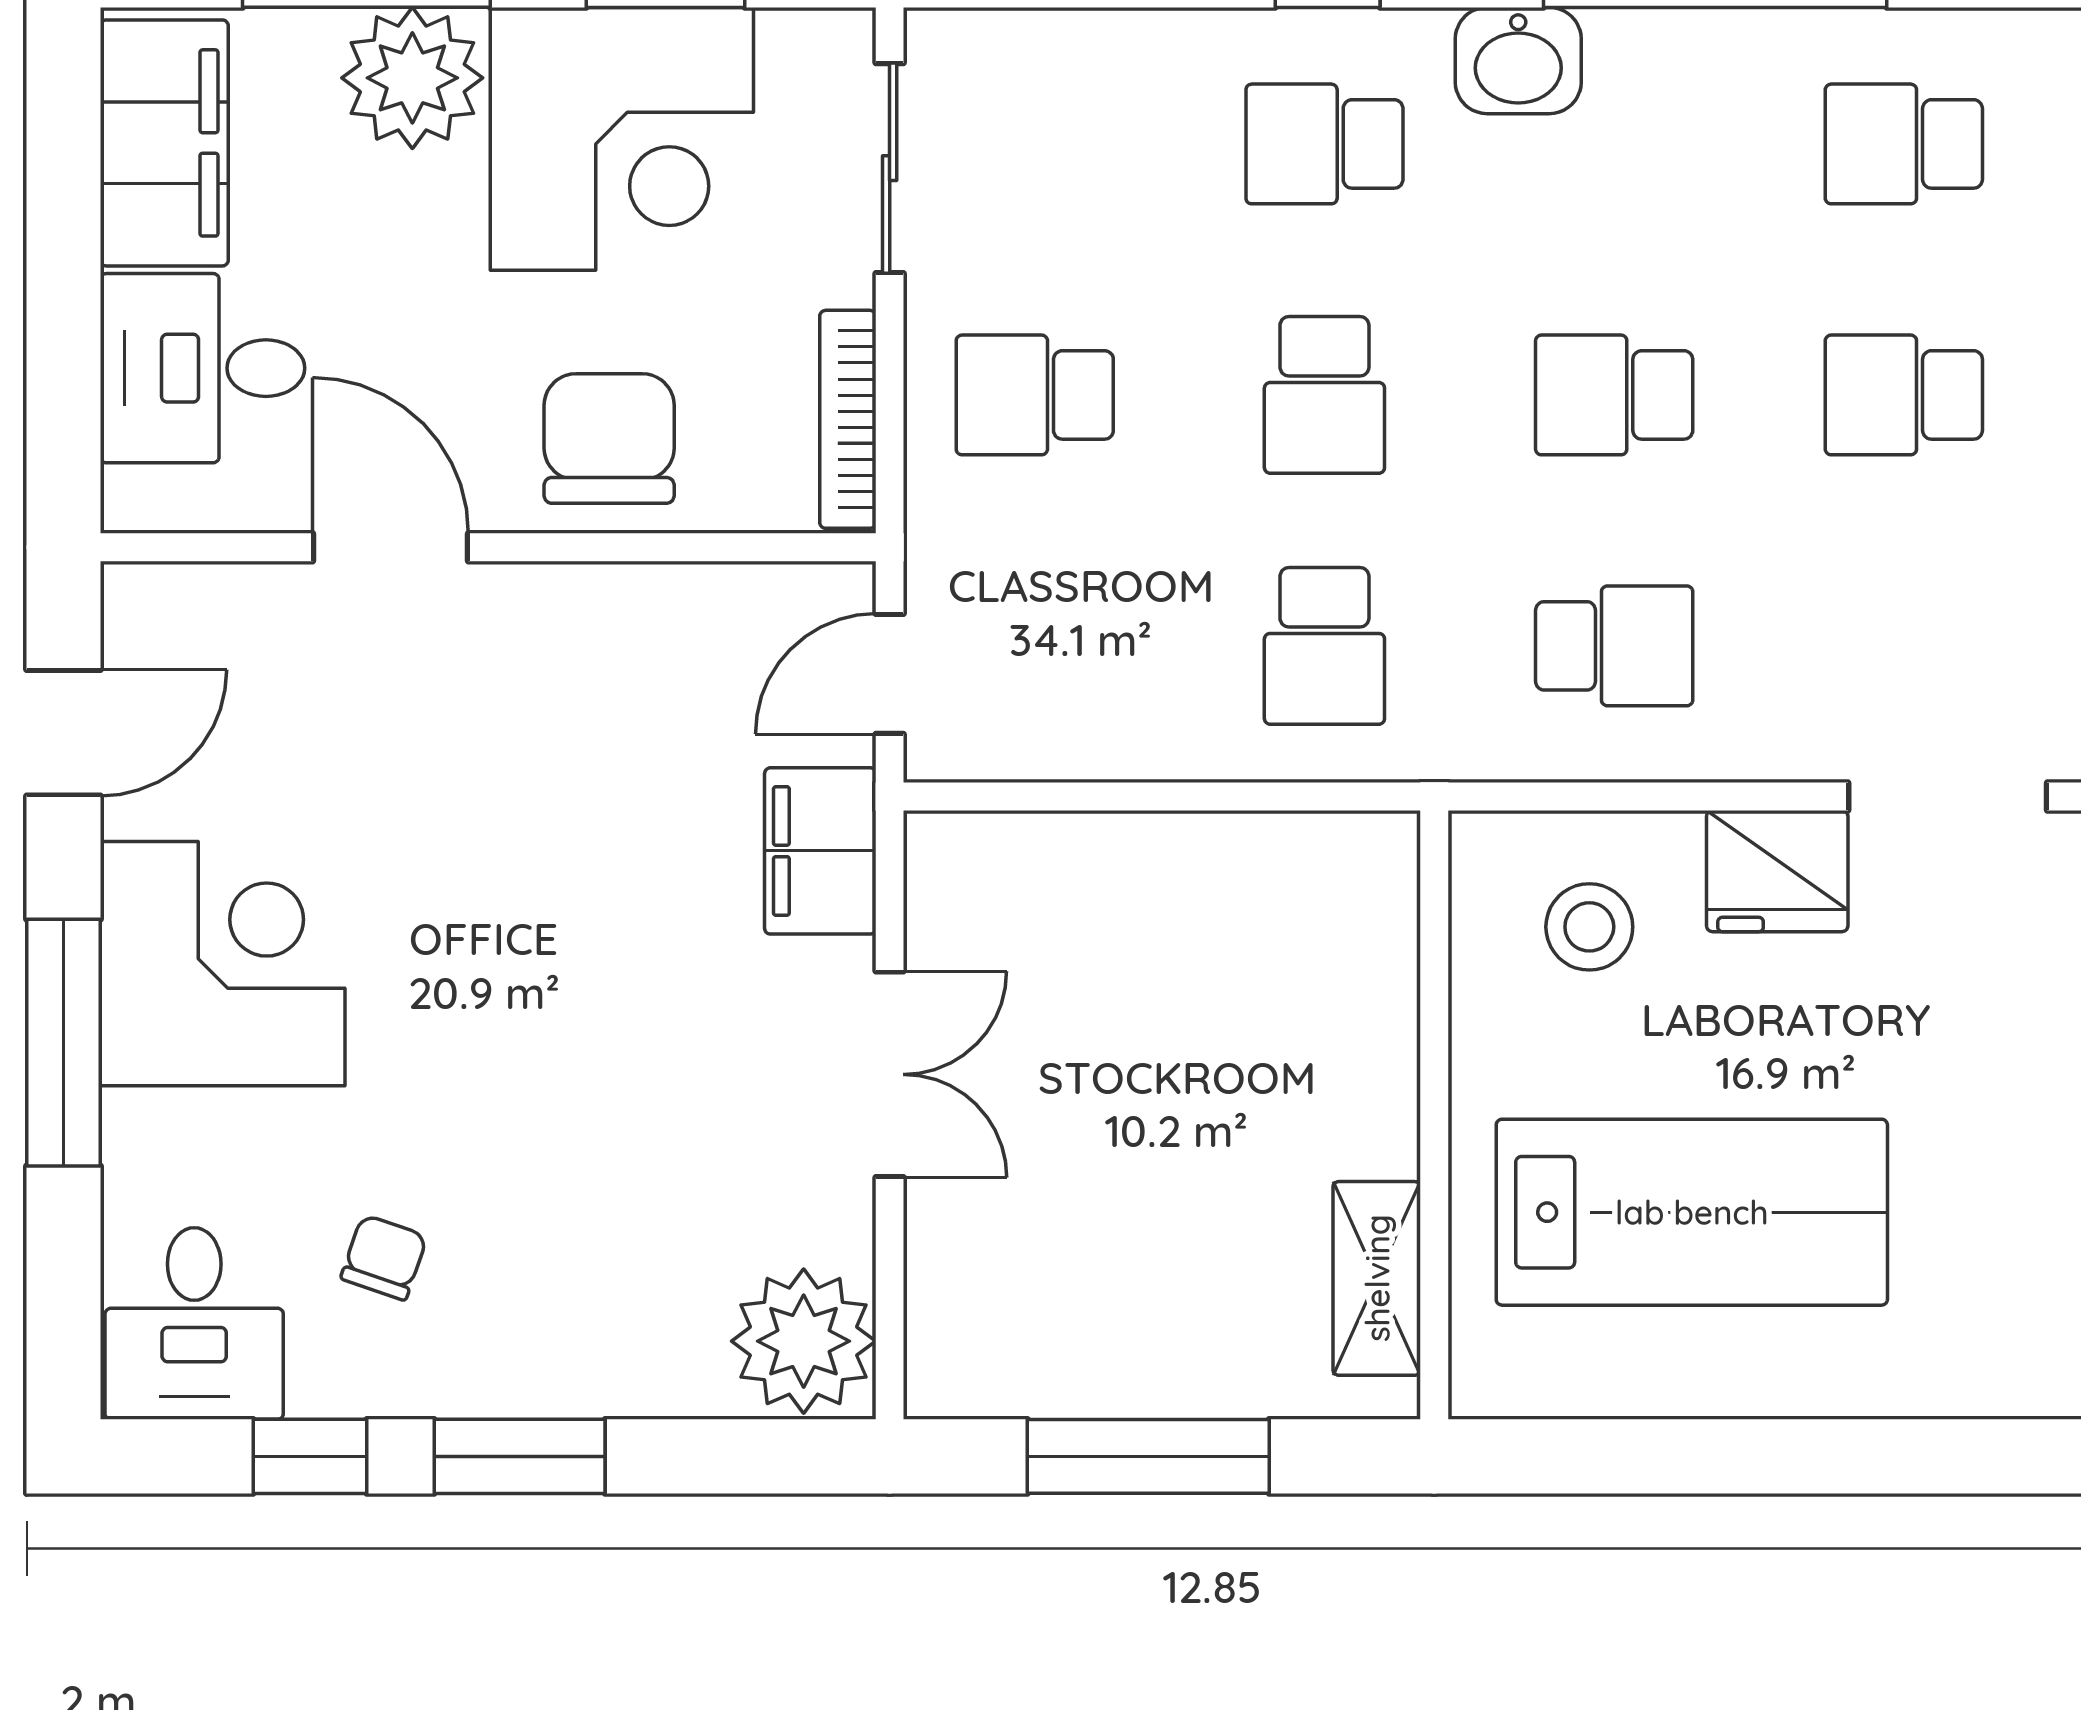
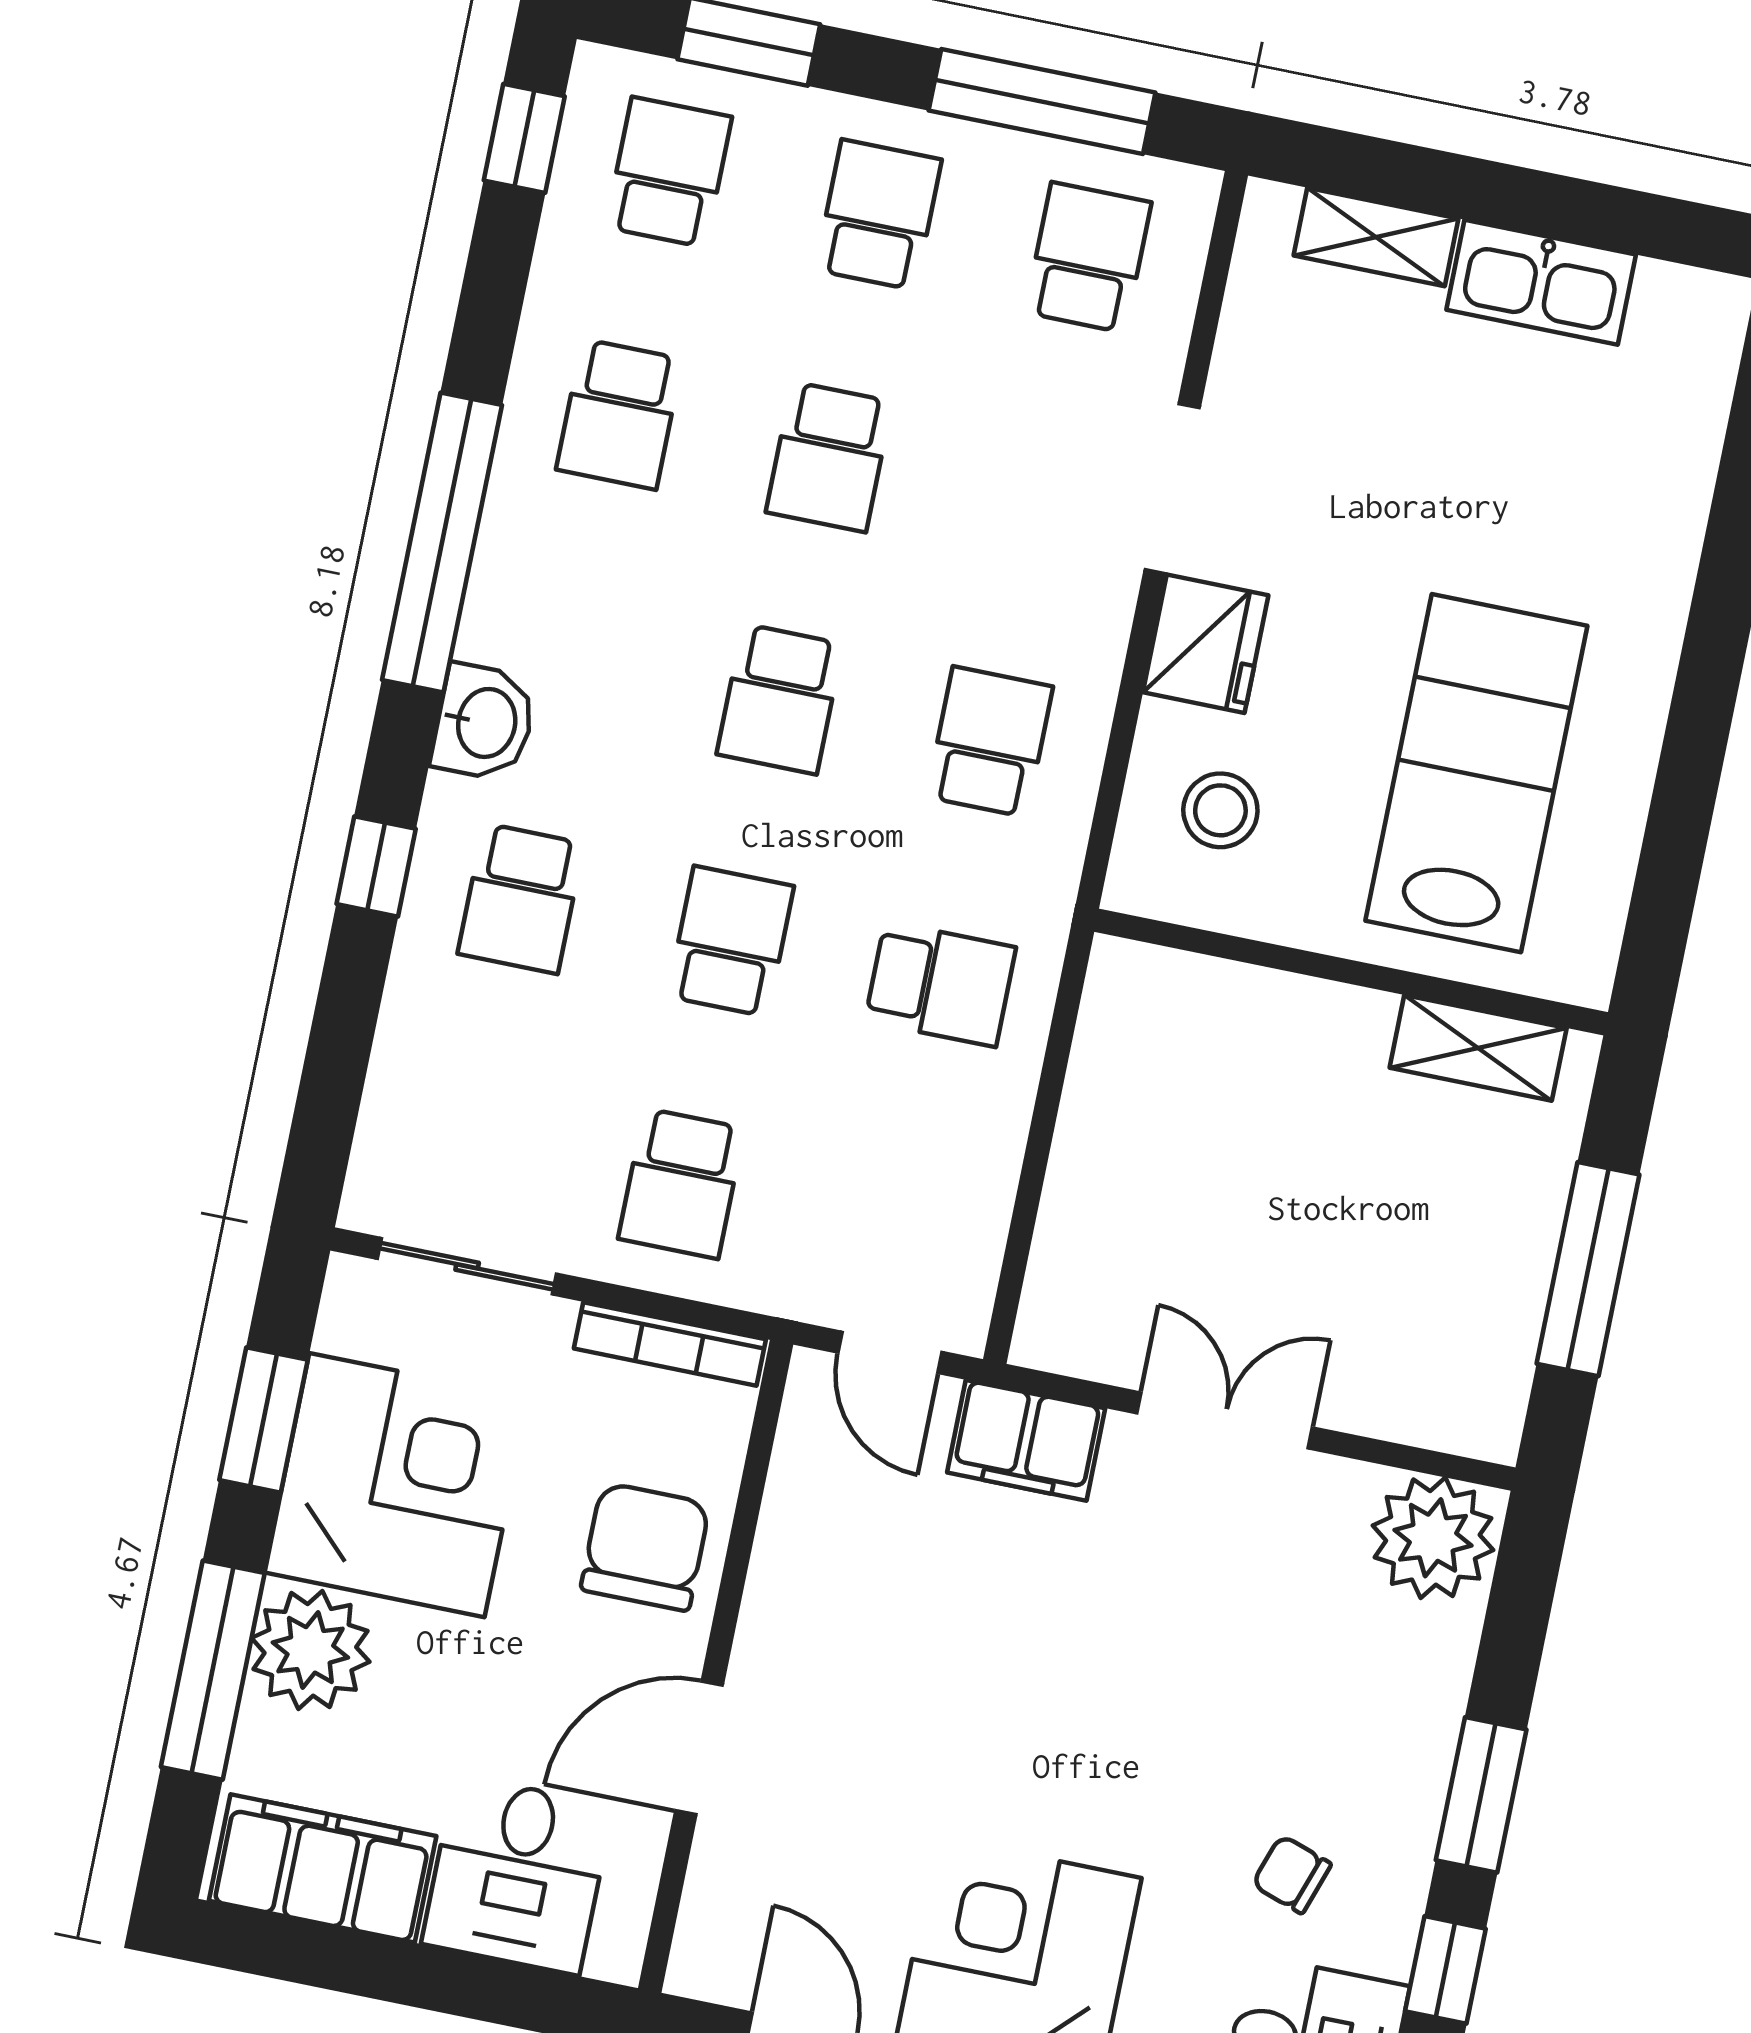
school desk: (1324, 395) -> (731, 941), turned -90
chair: (609, 438) -> (645, 1547), turned 90

